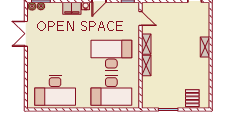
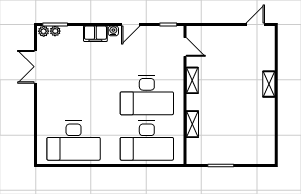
desk: (111, 55) -> (147, 95), turned 180
shelving: (146, 66) -> (192, 124), moved
pallet: (192, 98) -> (252, 151), removed

